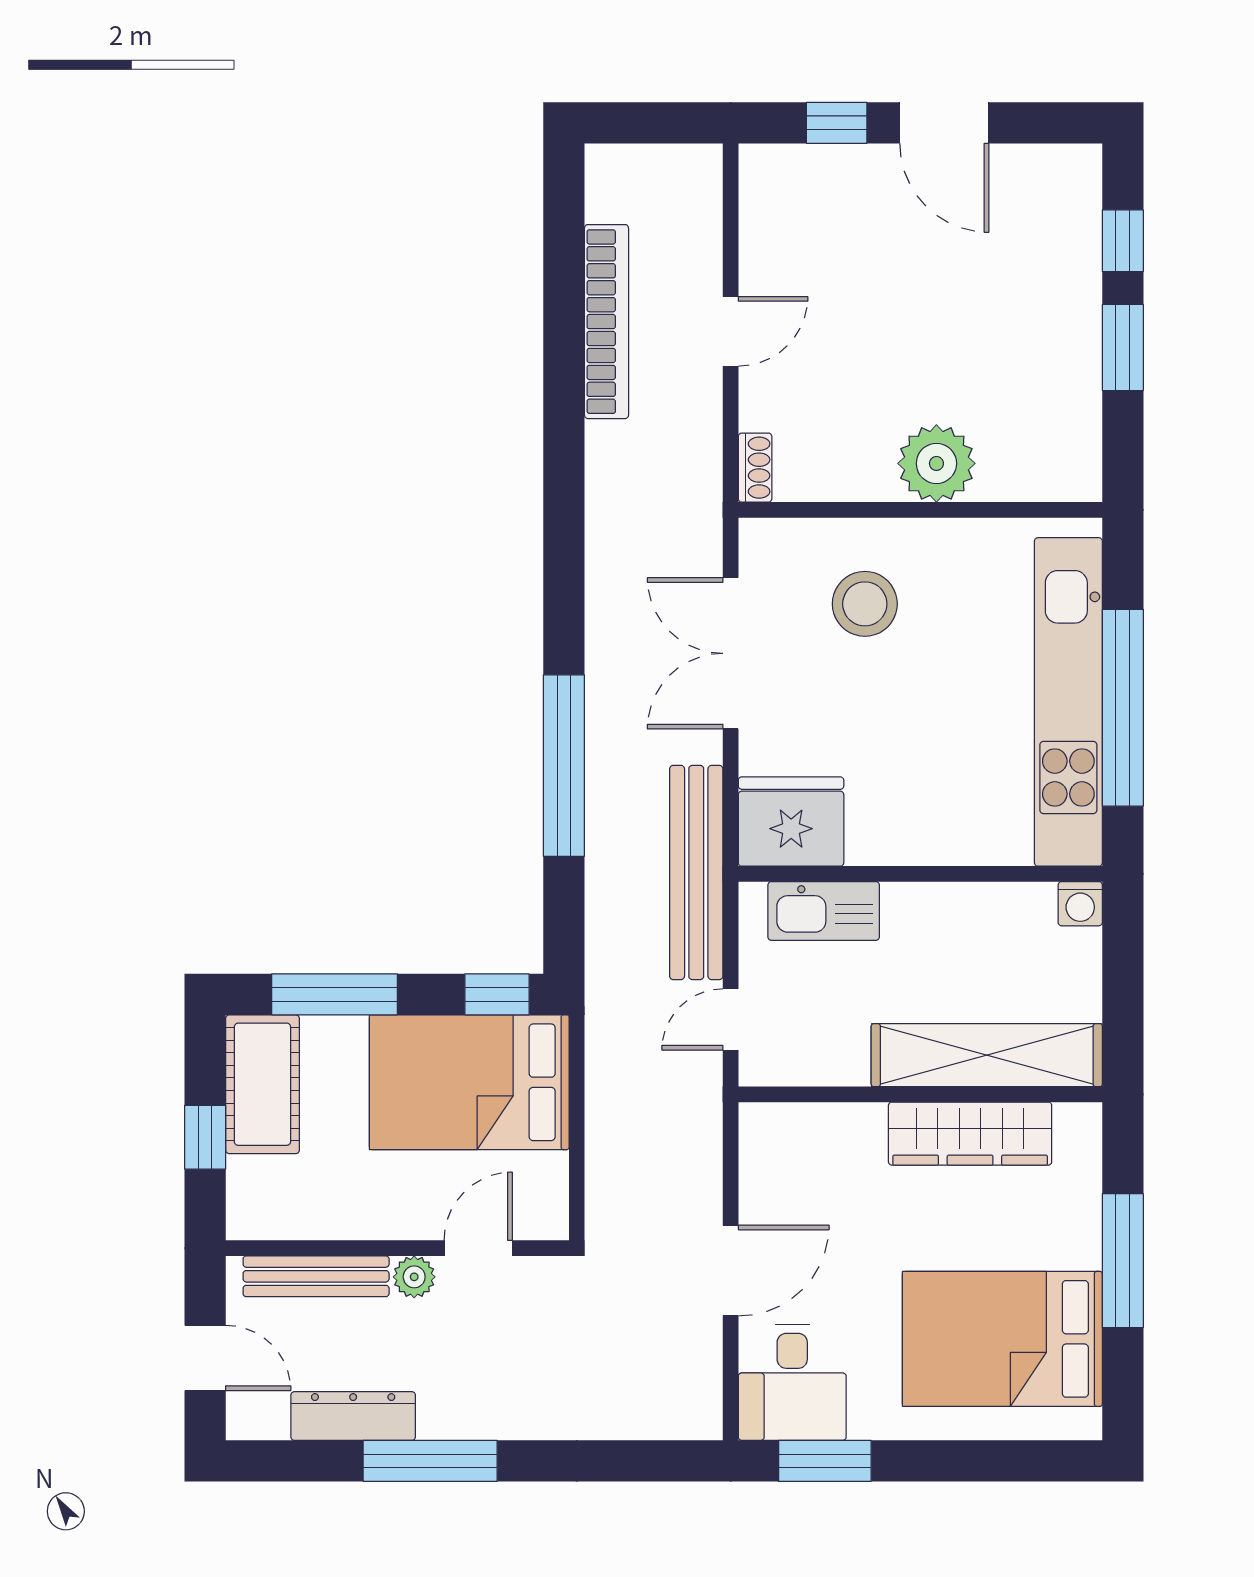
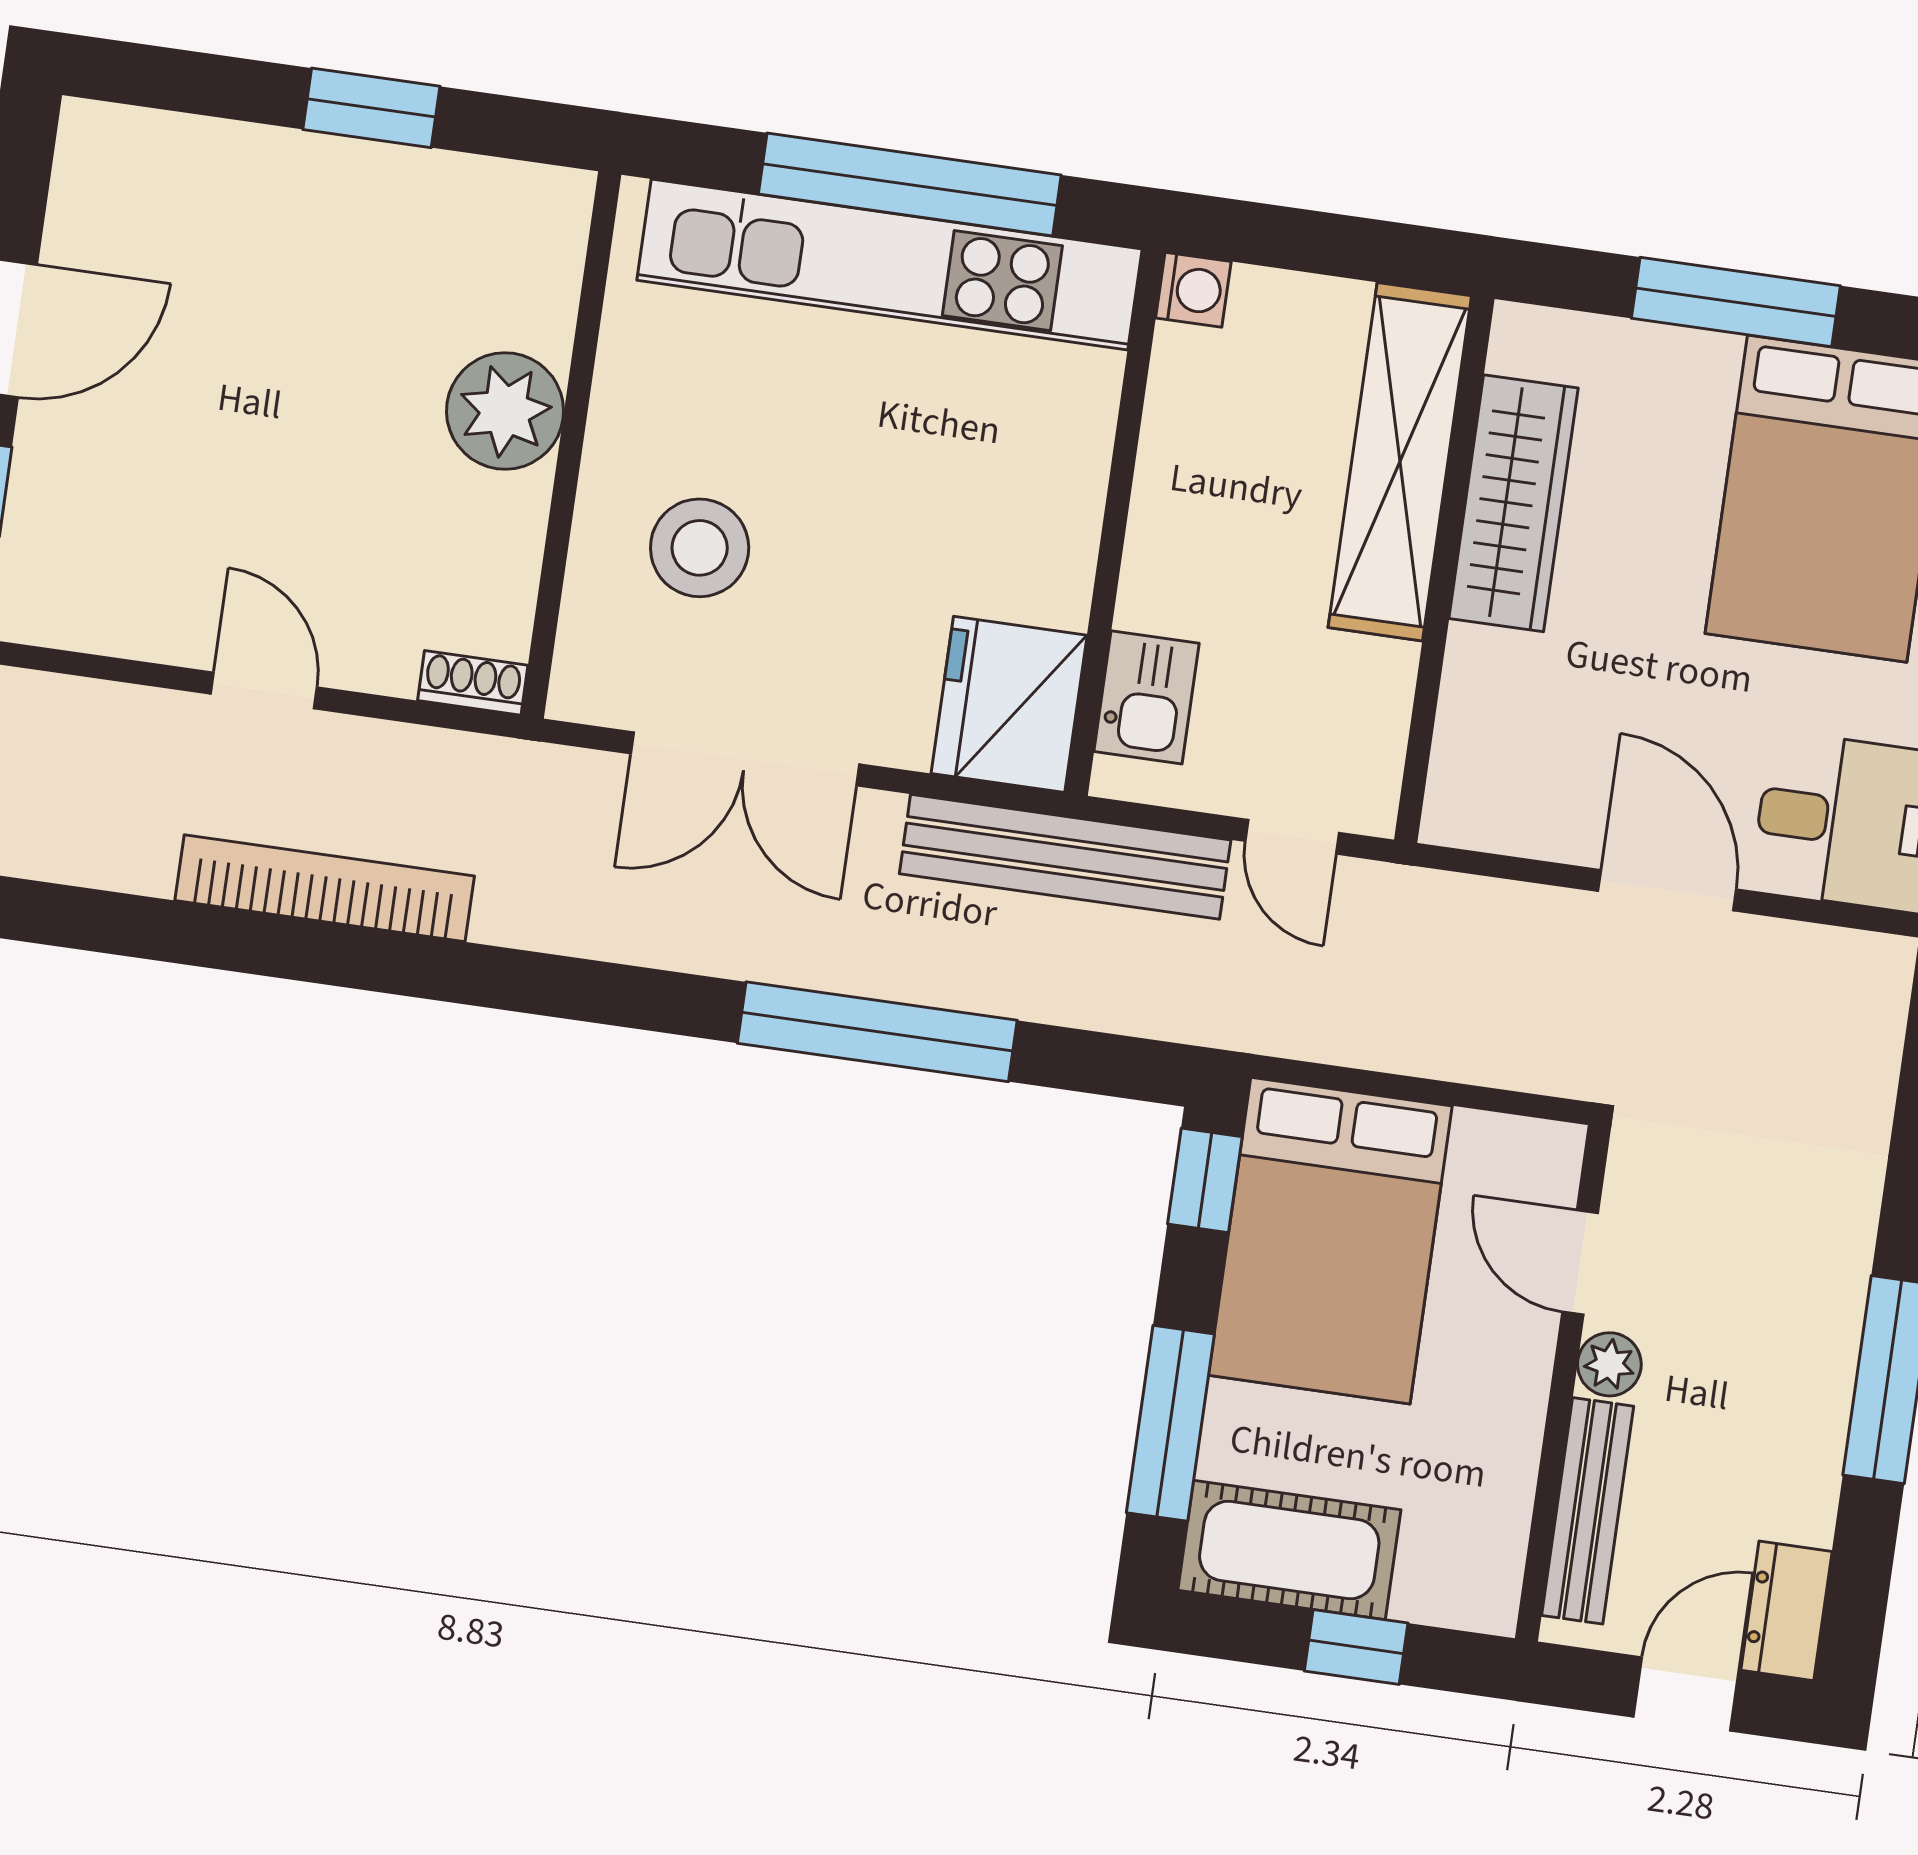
window: (1123, 241) -> (212, 85), removed
bookcase: (607, 322) -> (325, 888), moved
kitchen sink: (824, 911) -> (1147, 697), width x0.73
dresser: (353, 1416) -> (1786, 1611), moved, width x0.70

